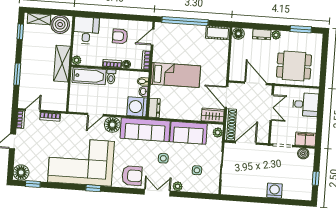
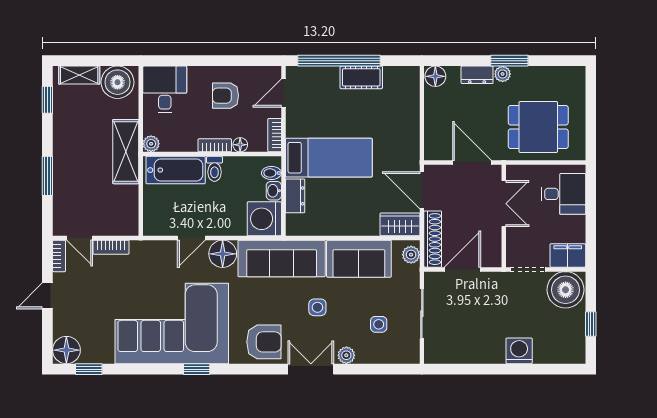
window: (301, 29) -> (509, 61), moved
cot: (218, 33) -> (361, 77), moved
dresser: (154, 108) -> (295, 196), moved
door: (33, 110) -> (80, 238), swing flipped
boiler: (303, 154) -> (566, 290), width x1.86, depth x1.86

